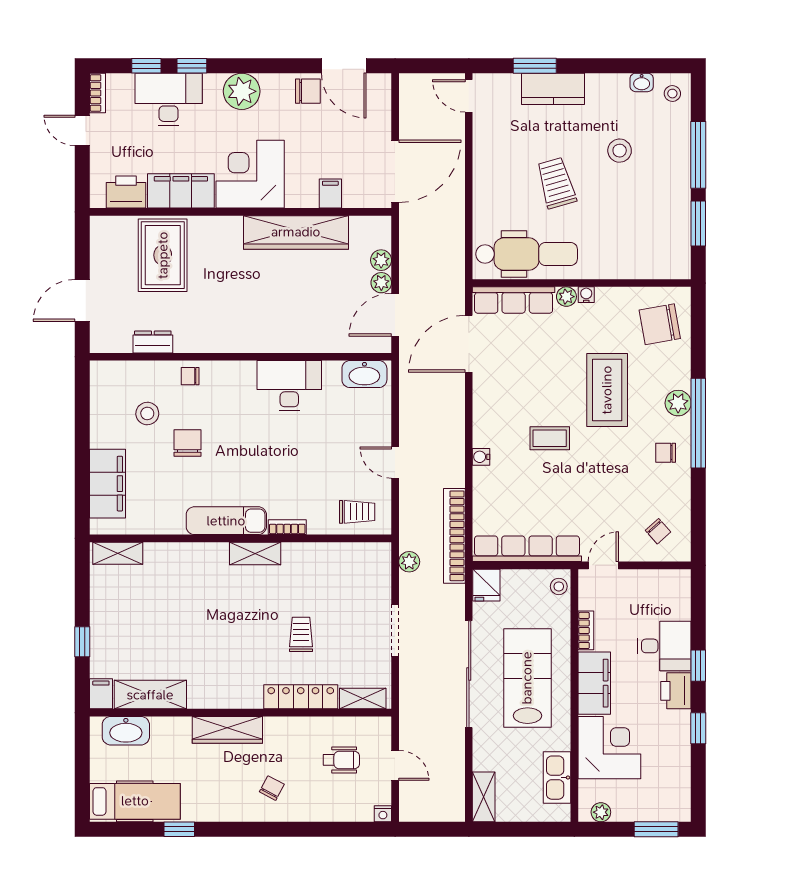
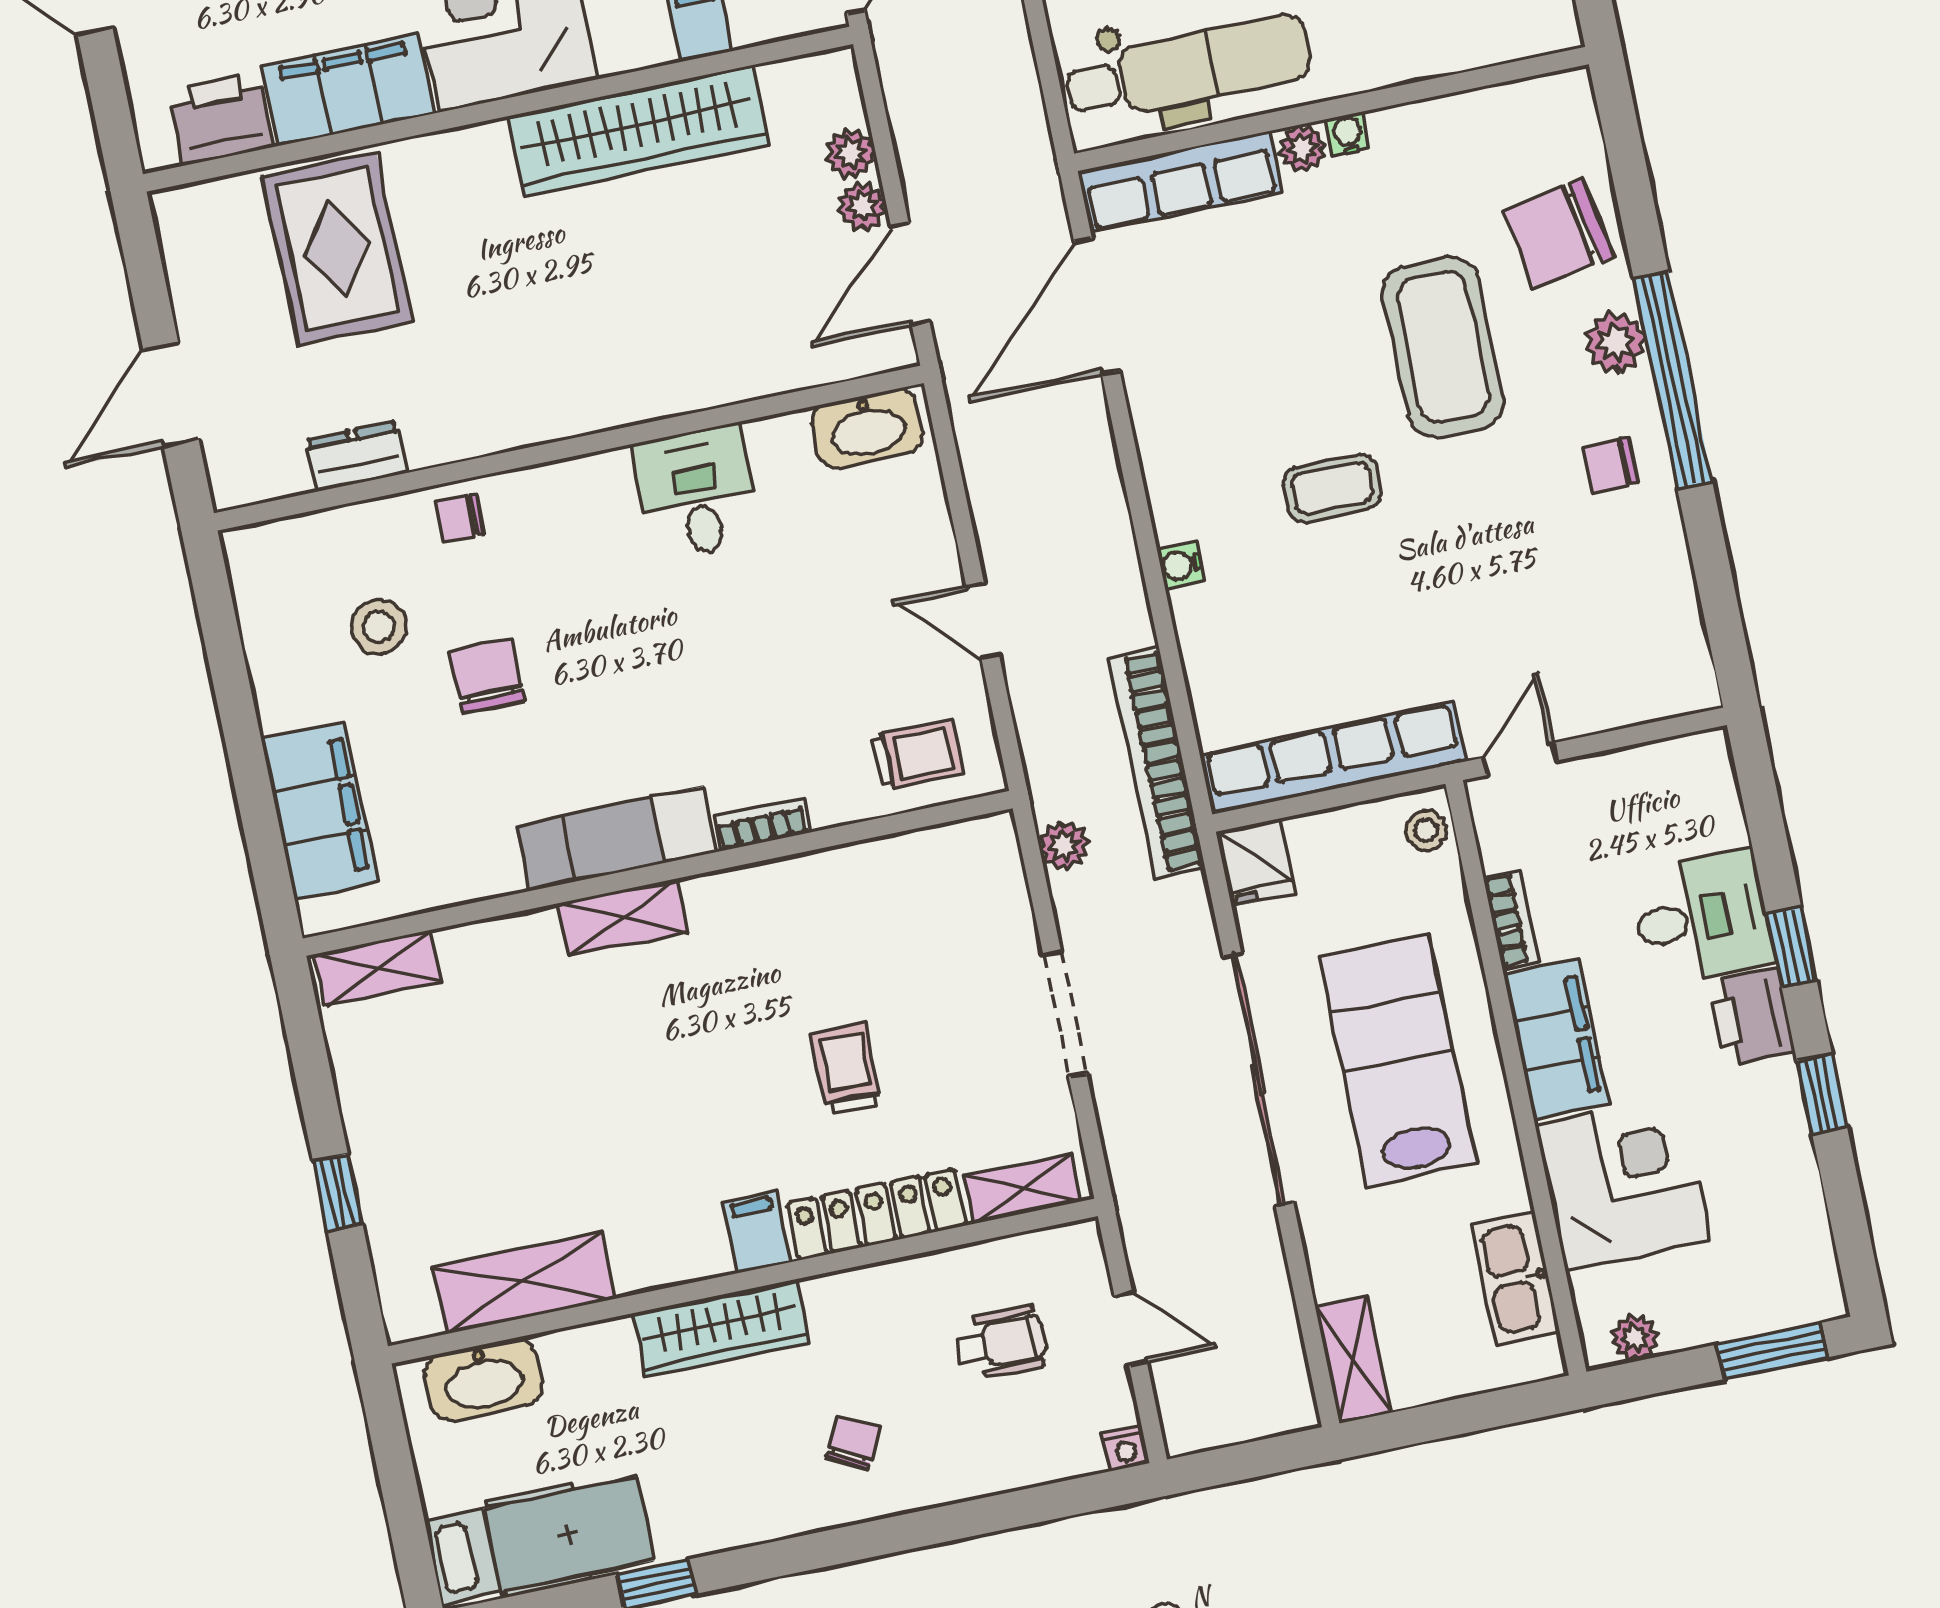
chair: (660, 324) -> (1558, 234), moved
desk: (289, 386) -> (697, 492), width x0.73
chair: (658, 531) -> (1631, 652), removed
shelving: (255, 553) -> (623, 918), moved
filing cabinet: (101, 694) -> (757, 1232), moved

